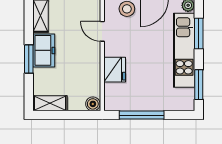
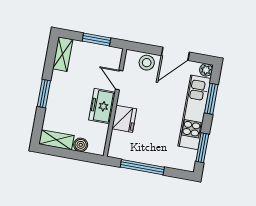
freezer: (44, 50) -> (102, 106), moved, turned 180
boiler: (93, 104) -> (81, 145), moved

